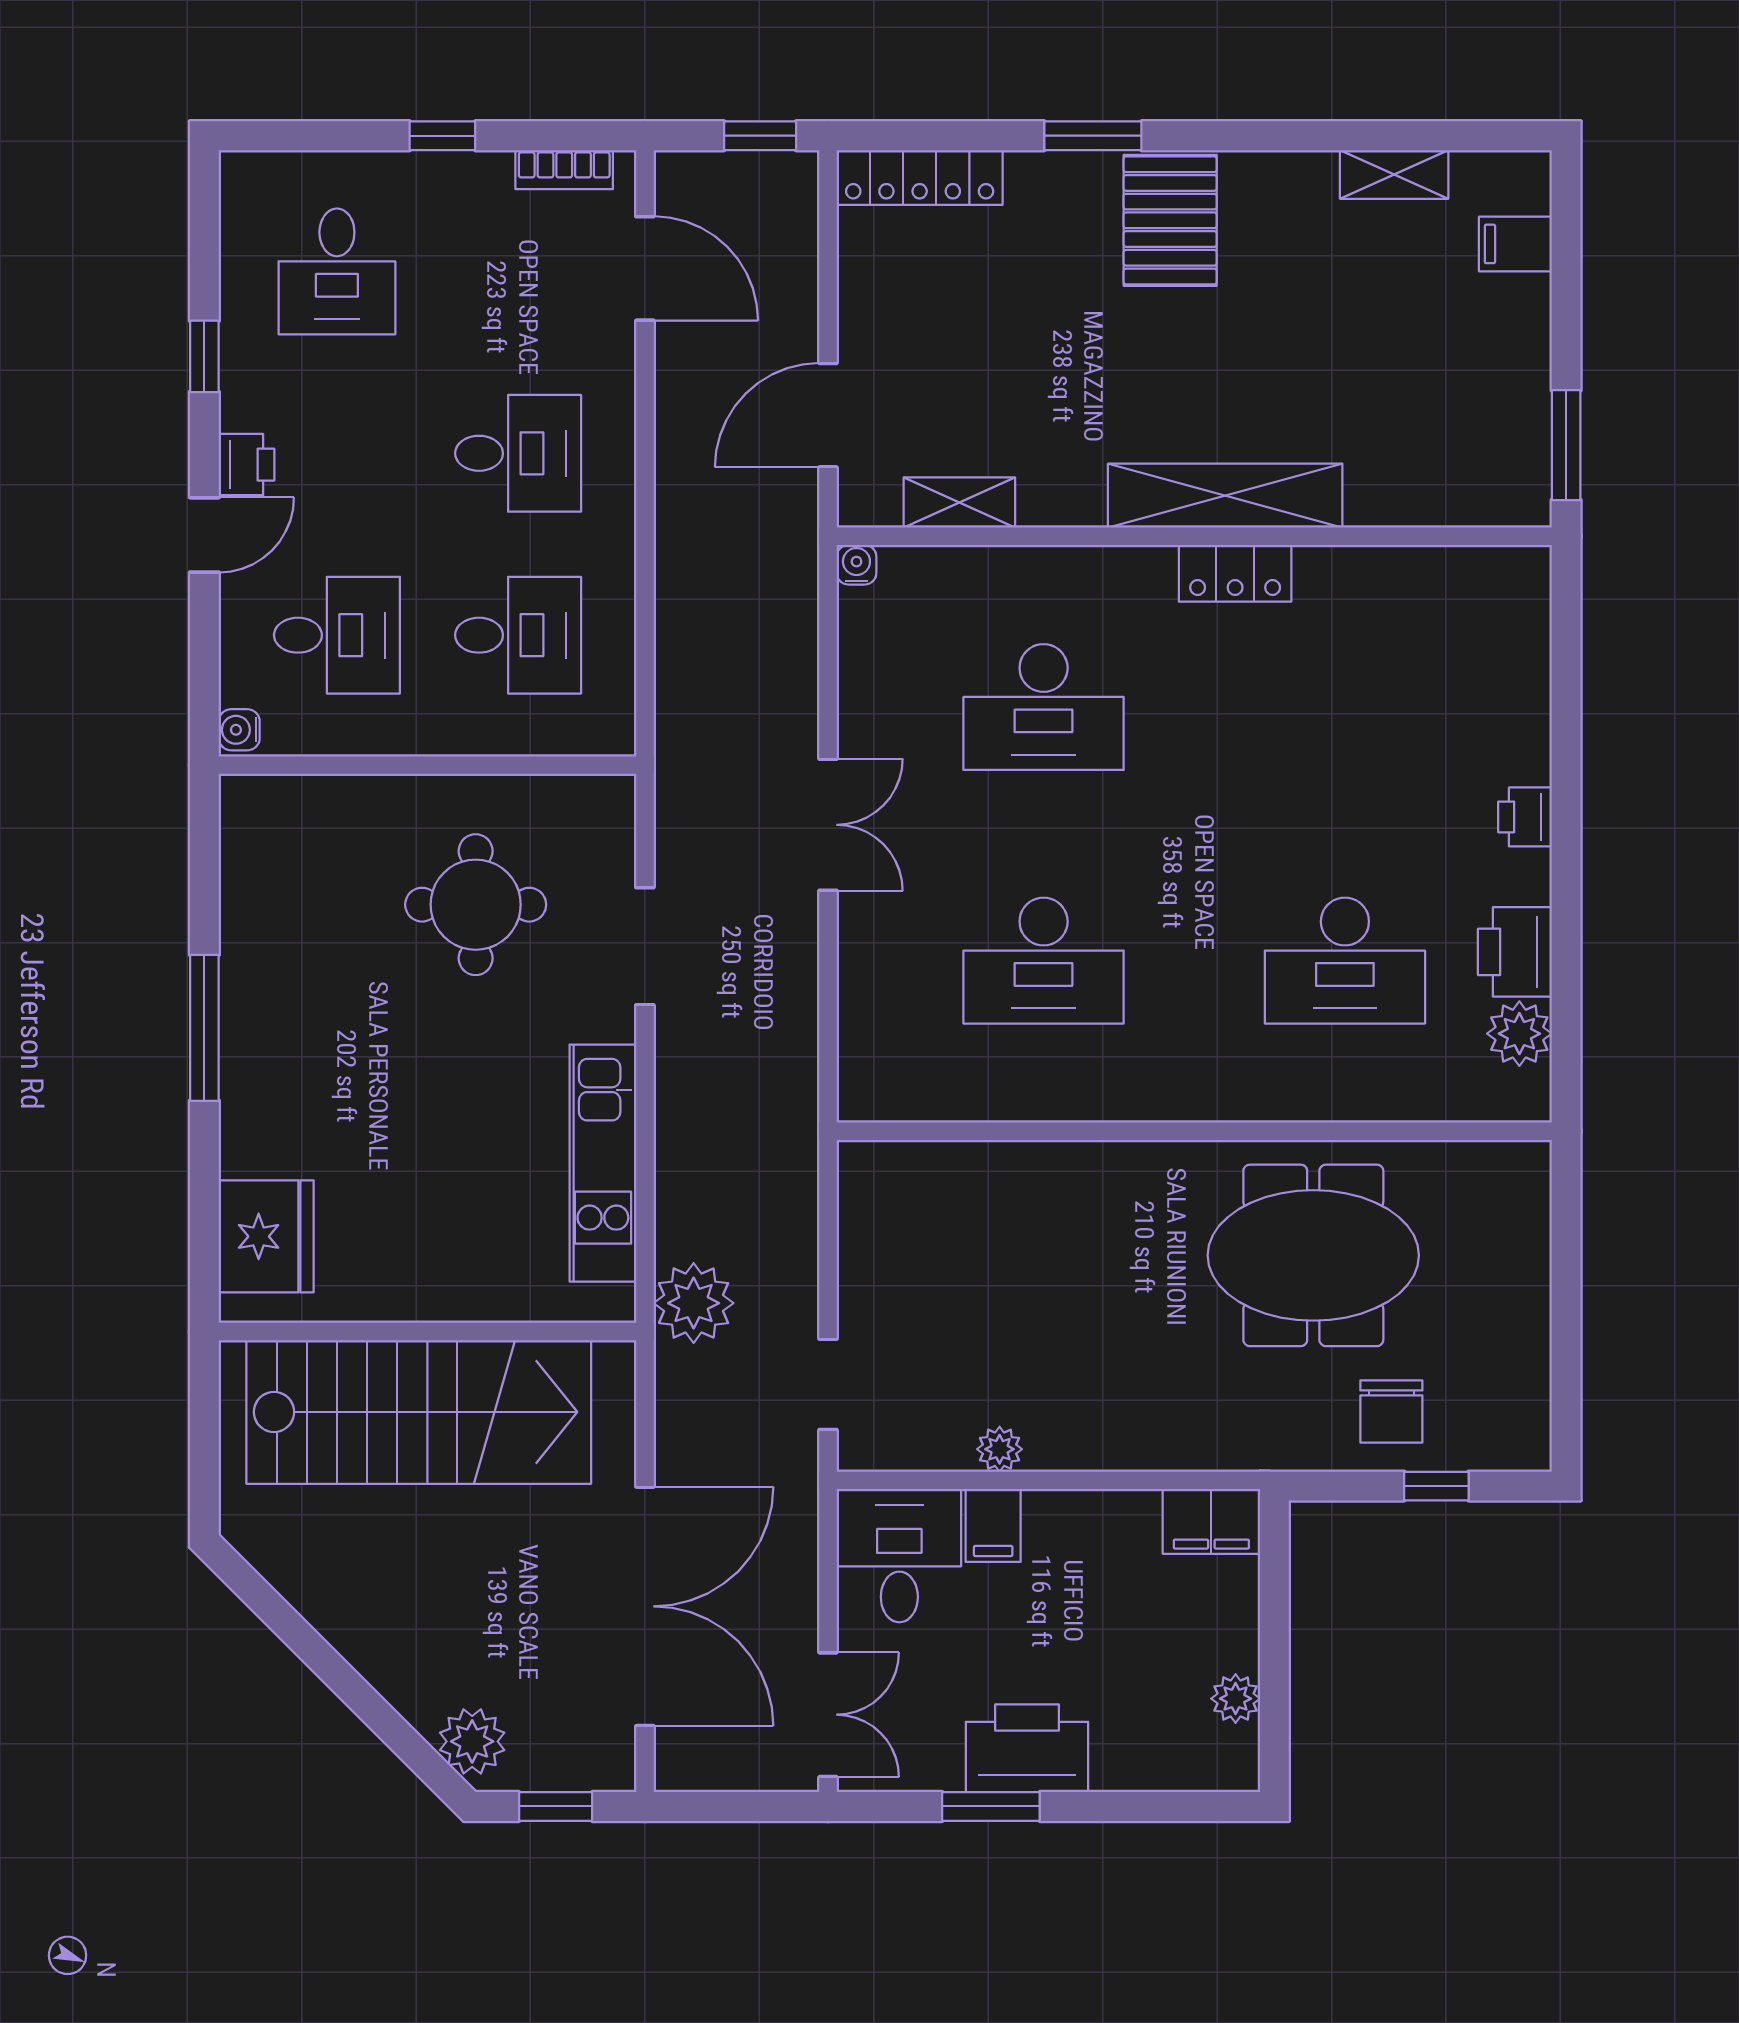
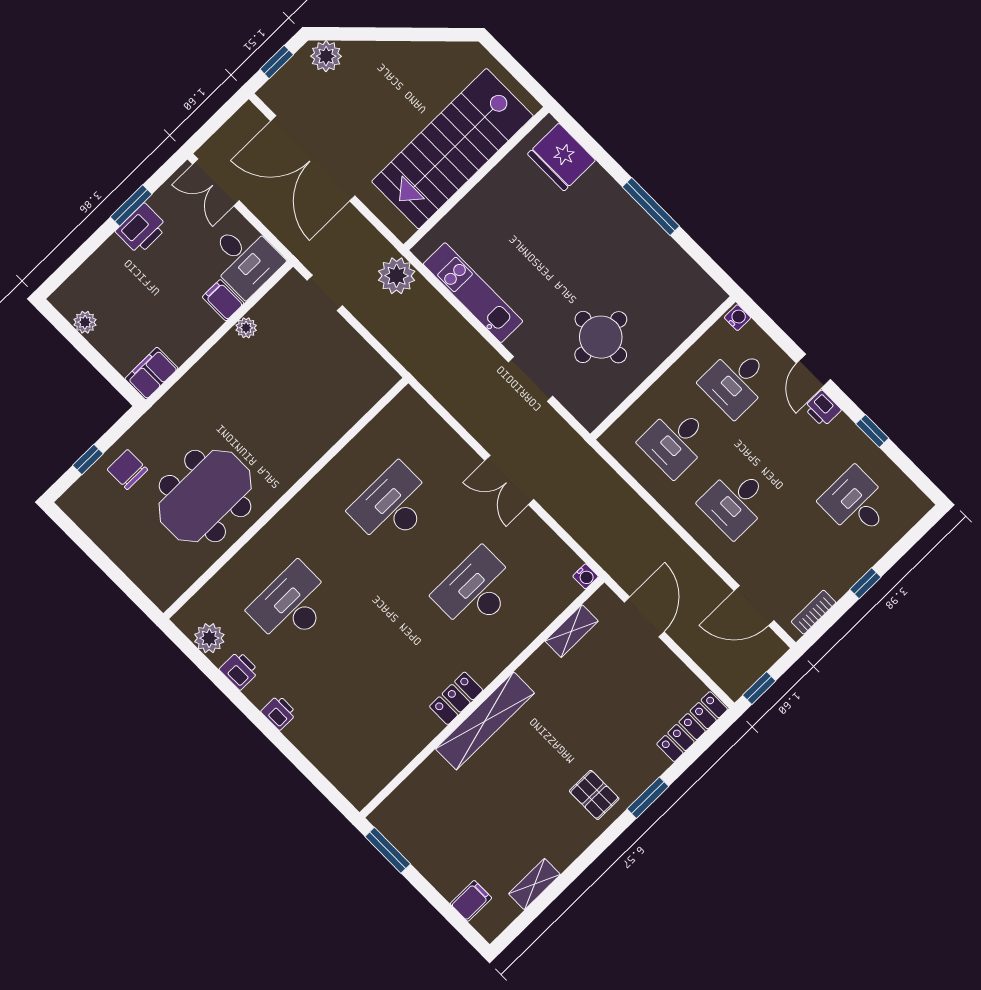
pallet: (1170, 220) -> (594, 795), width x0.67, depth x0.71
printer: (1515, 952) -> (239, 670), width x0.73, depth x0.81
printer: (1027, 1748) -> (141, 229), width x0.73, depth x0.84

